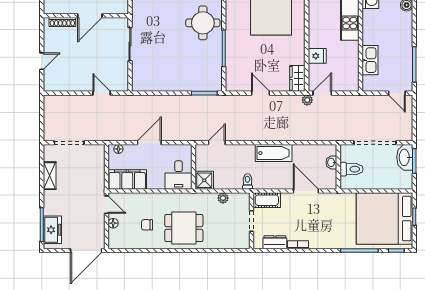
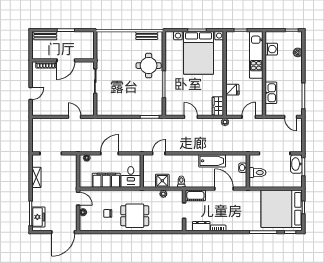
door: (322, 93) -> (249, 117), moved
bathtub: (274, 153) -> (212, 161), moved
filing cabinet: (127, 180) -> (106, 180), moved
shower: (204, 180) -> (162, 181), moved

